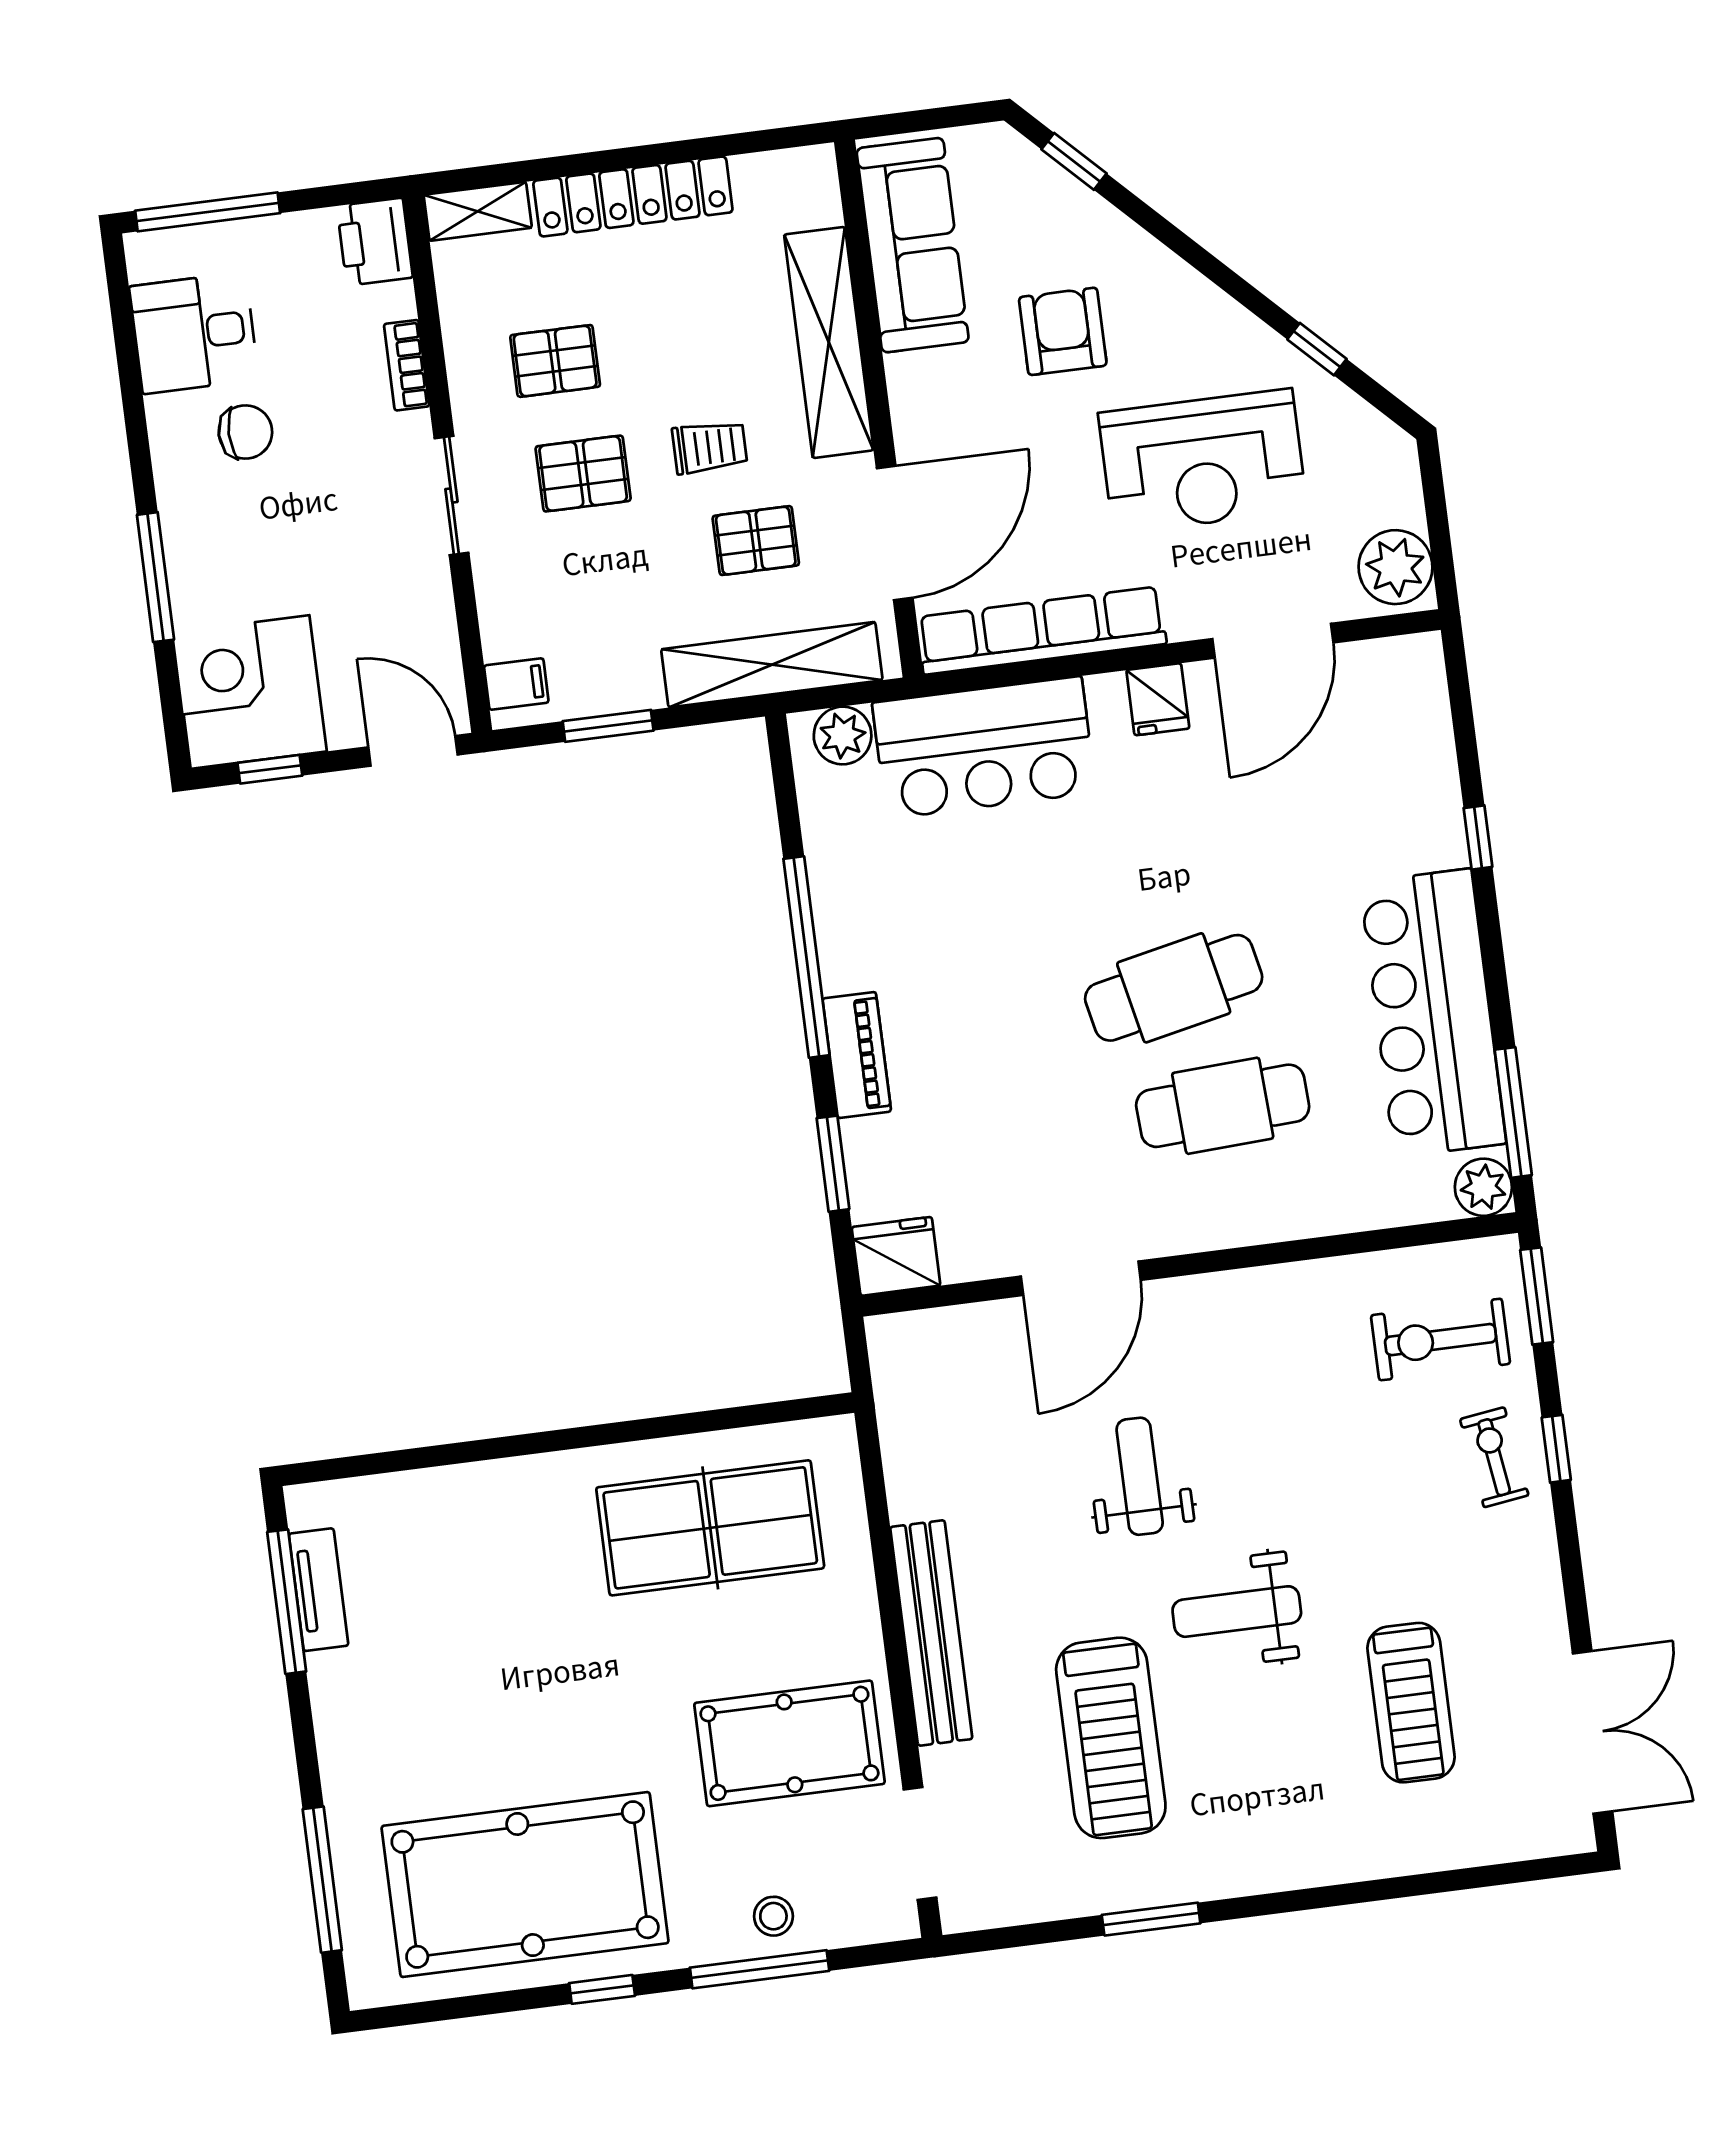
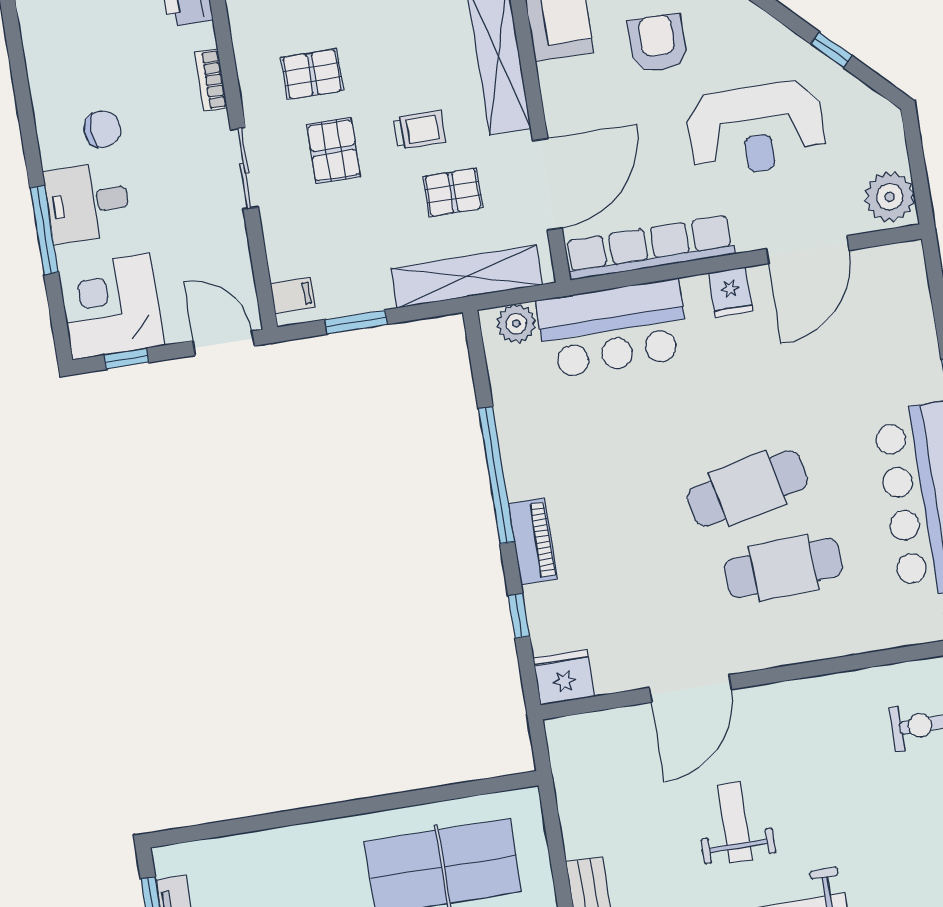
desk: (194, 333) -> (88, 202), moved
pallet: (583, 474) -> (334, 150), turned 90
window: (833, 1164) -> (519, 616), width x0.67

